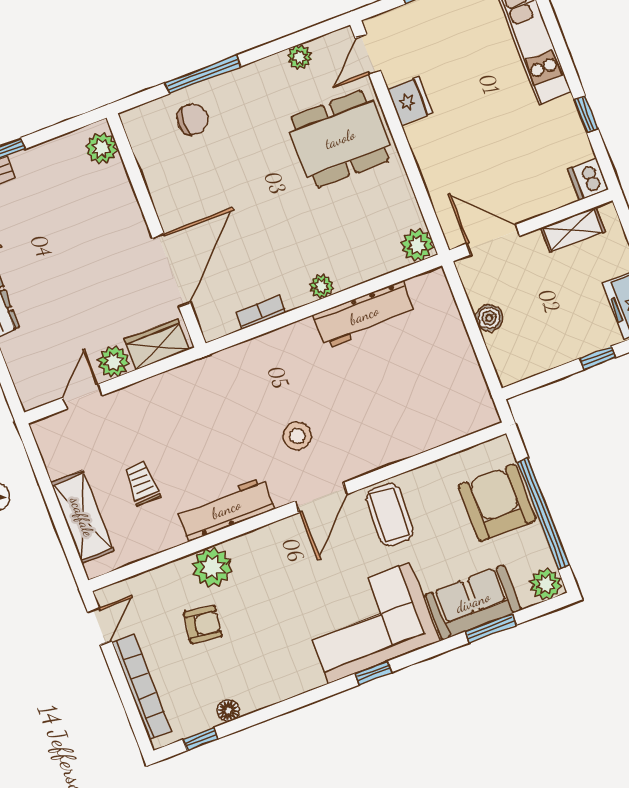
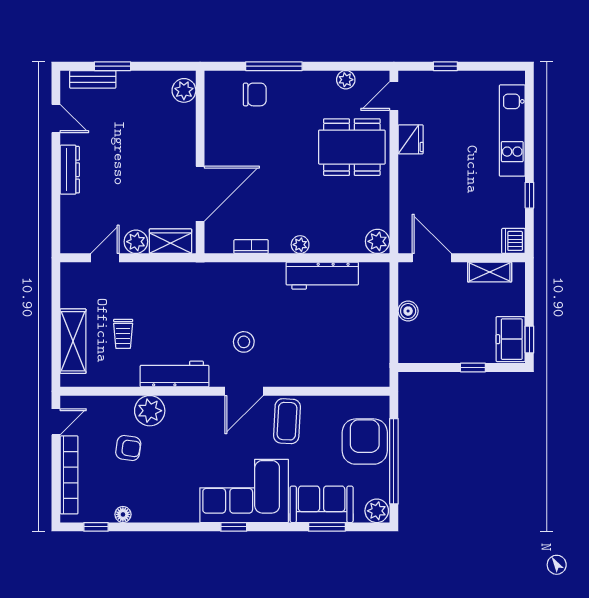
trolley: (142, 483) -> (123, 334), turned 180

